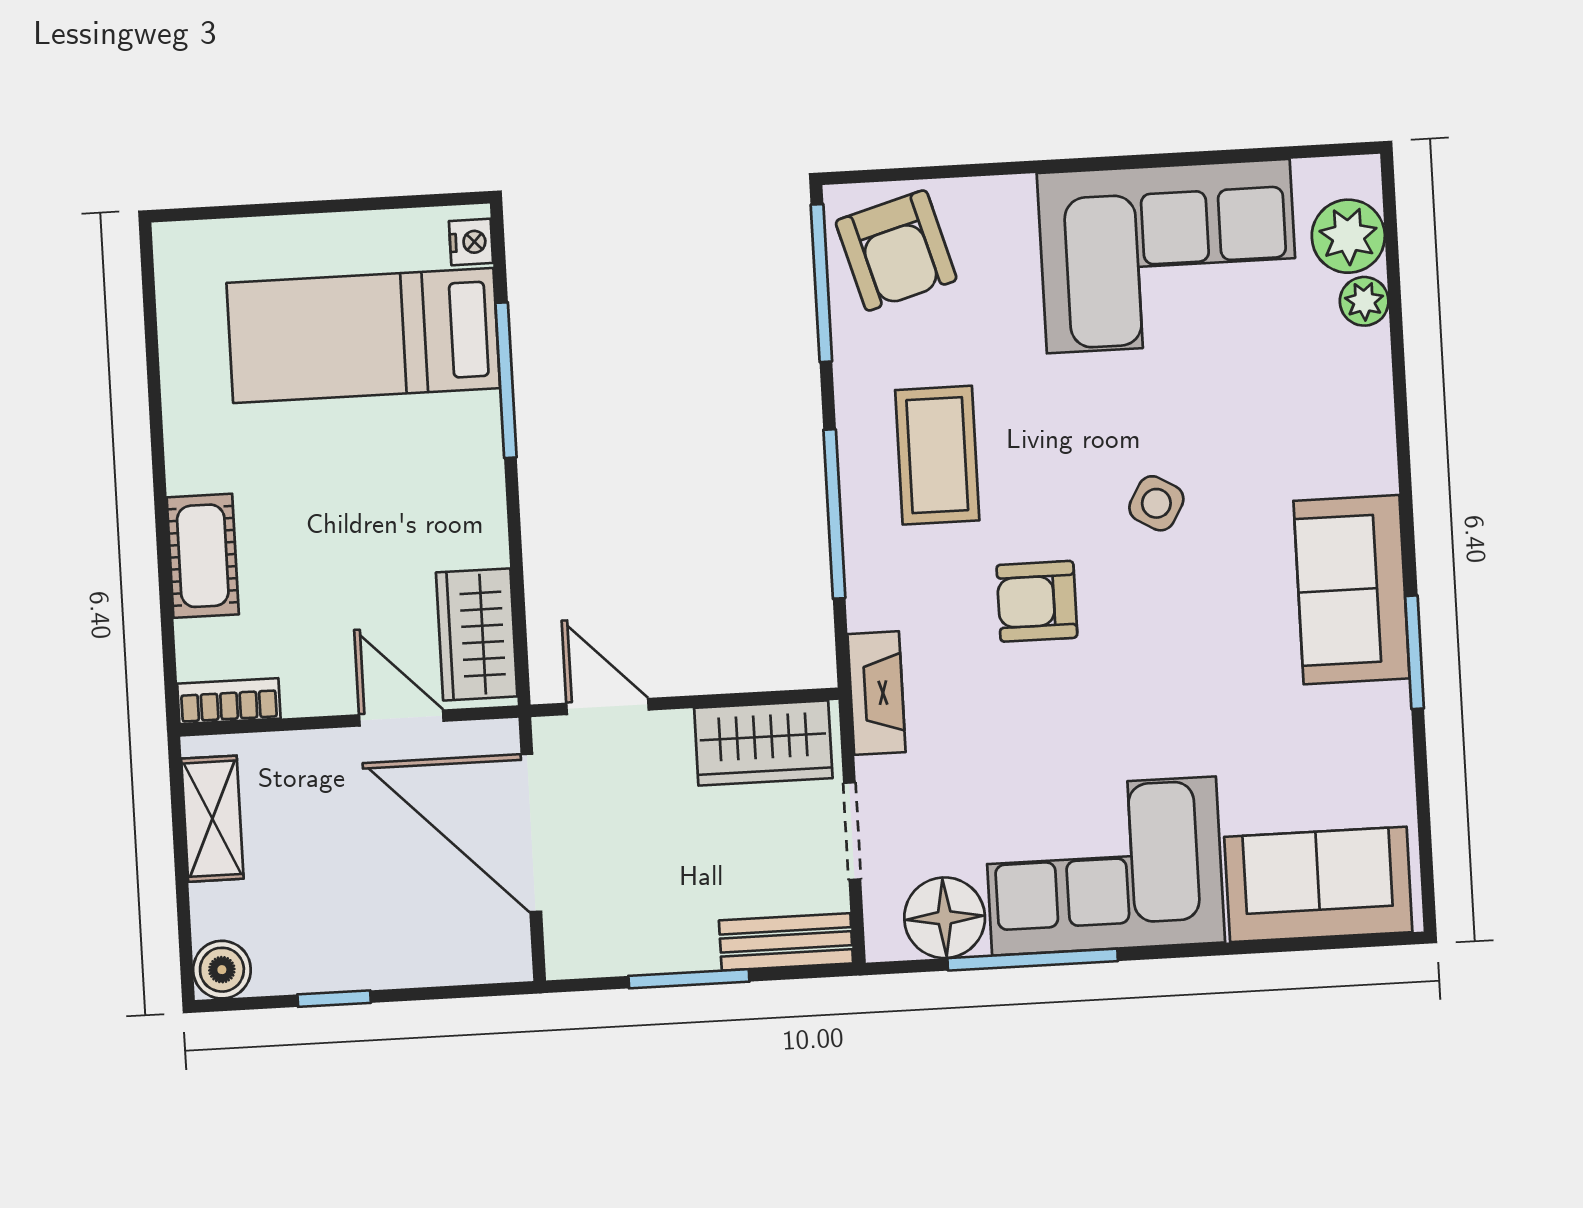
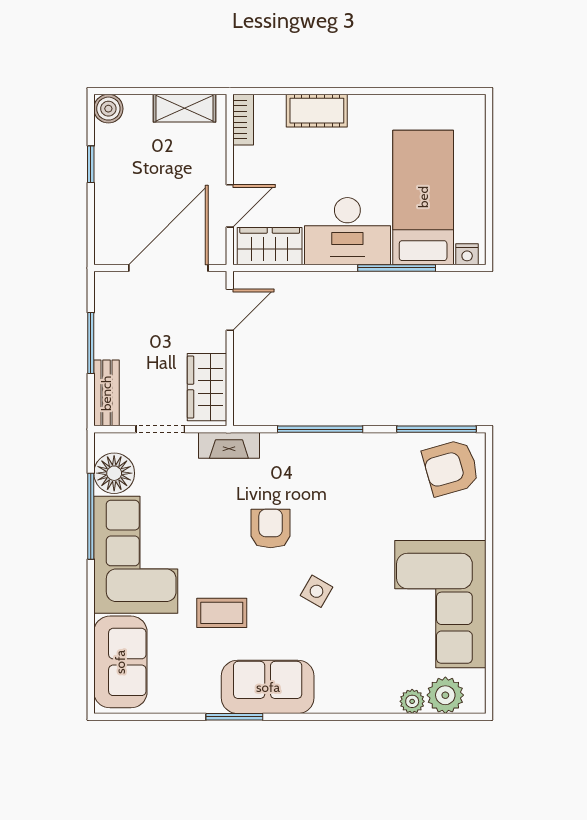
coffee table: (937, 455) -> (222, 613), moved, width x0.73, depth x0.77
desk: (438, 482) -> (347, 231), added

